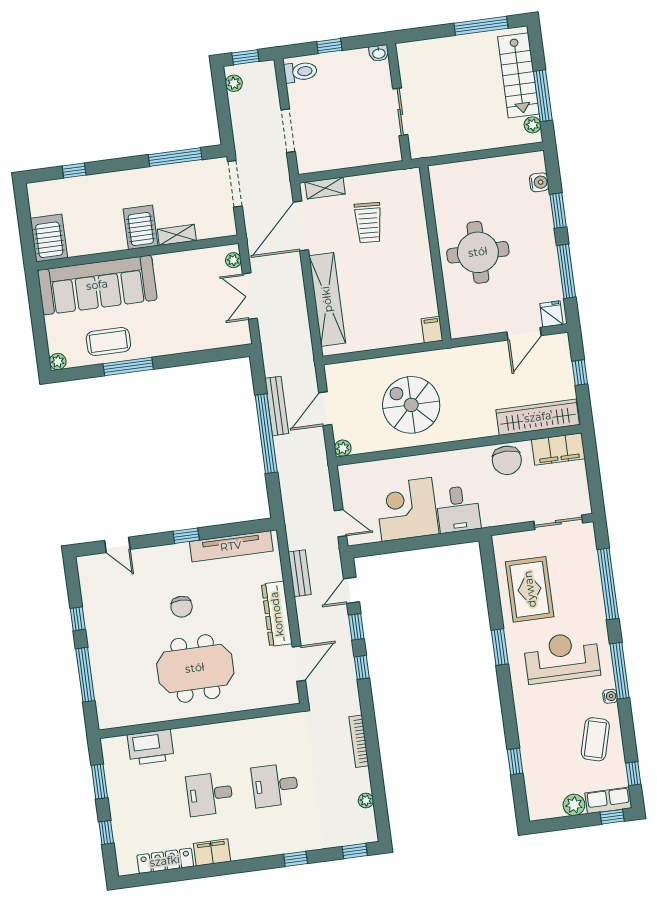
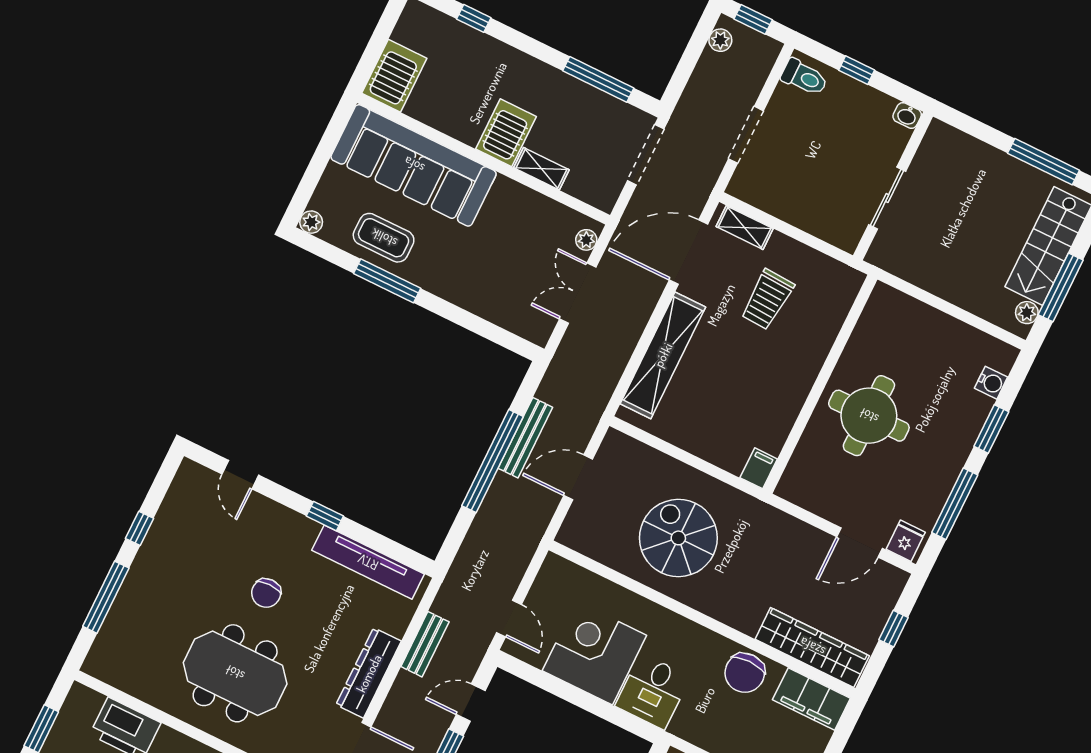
plant: (343, 448) -> (568, 535), removed

